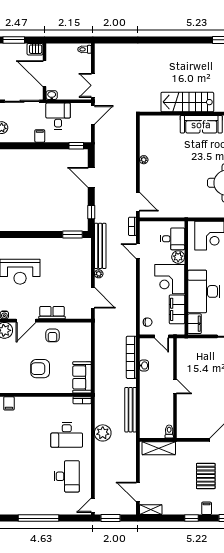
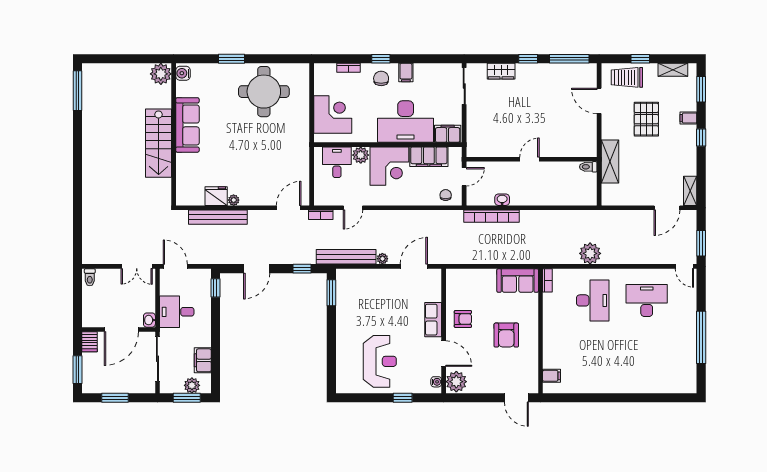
filing cabinet: (40, 136) -> (203, 360), moved, width x2.00
fridge: (147, 146) -> (216, 196), added
bench: (131, 410) -> (218, 217), moved
shelving: (159, 448) -> (610, 162), moved
pallet: (206, 476) -> (646, 119), turned 90

